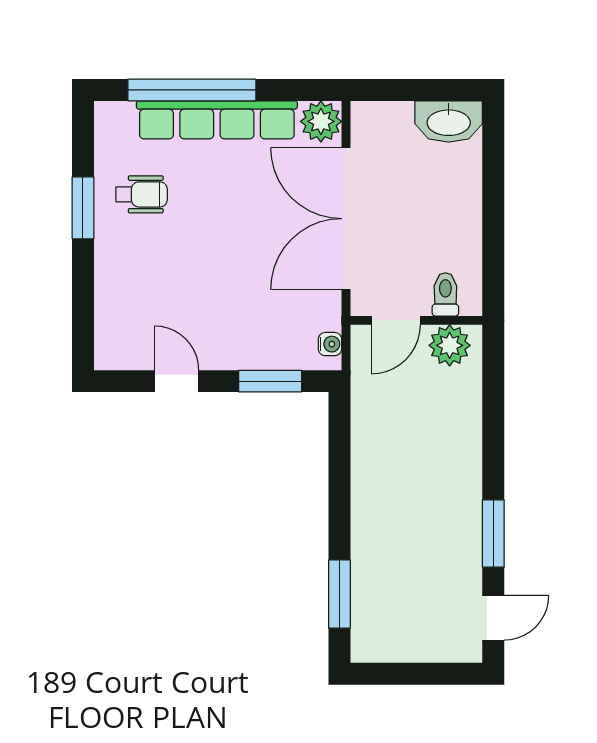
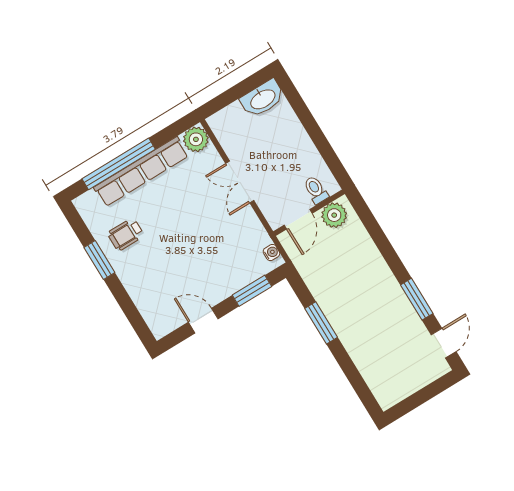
wheelchair: (142, 194) -> (126, 234), turned 180
double door: (346, 219) -> (240, 182), width x0.54
window: (339, 594) -> (321, 323), moved

